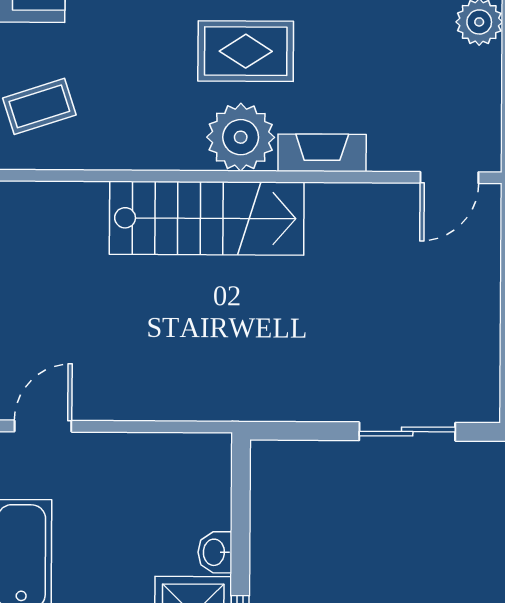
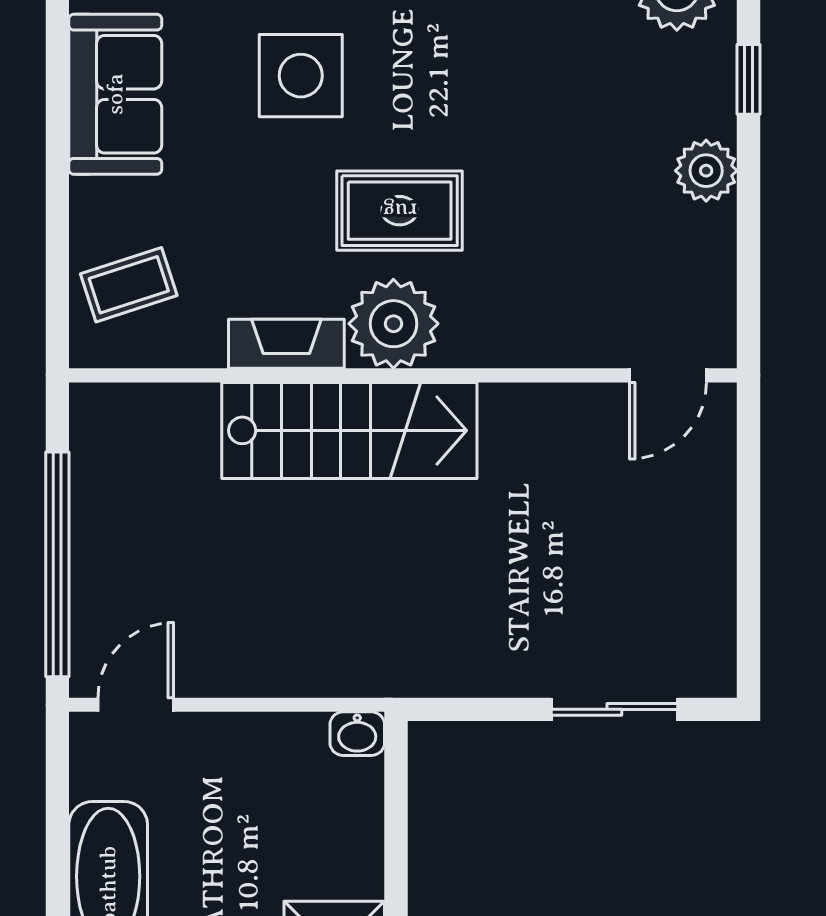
fireplace: (322, 153) -> (286, 344), moved
washbasin: (215, 552) -> (357, 734), moved, turned -90

